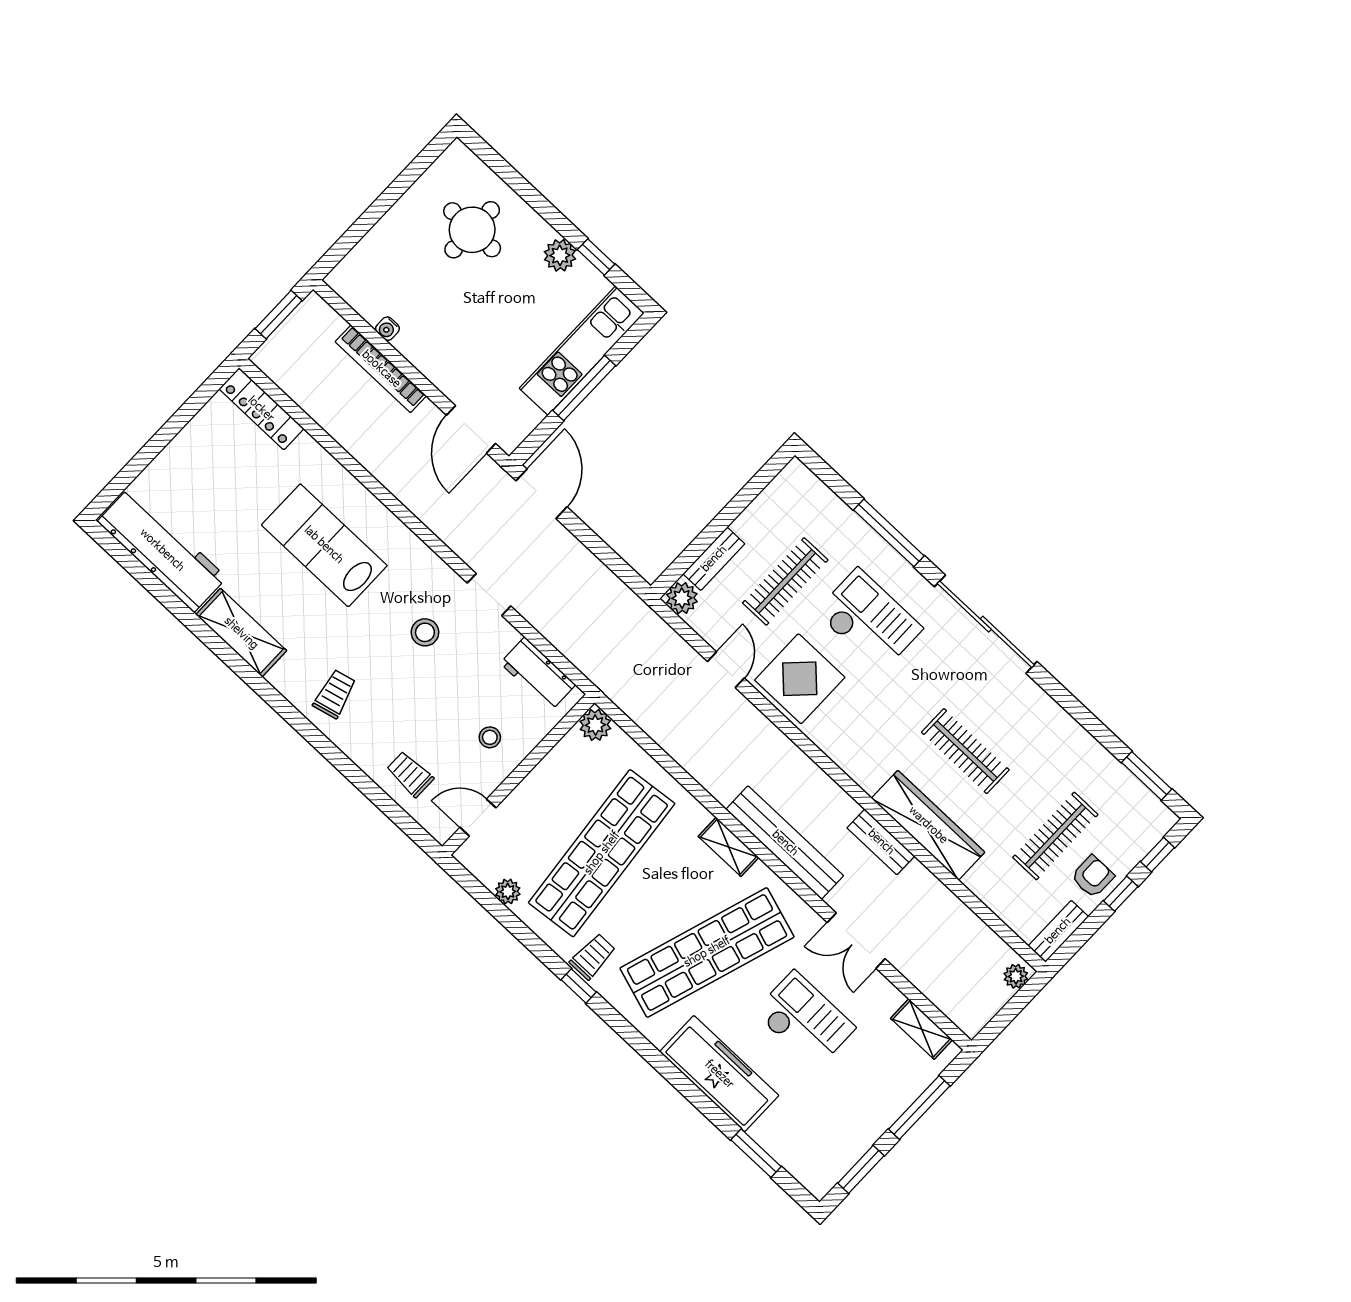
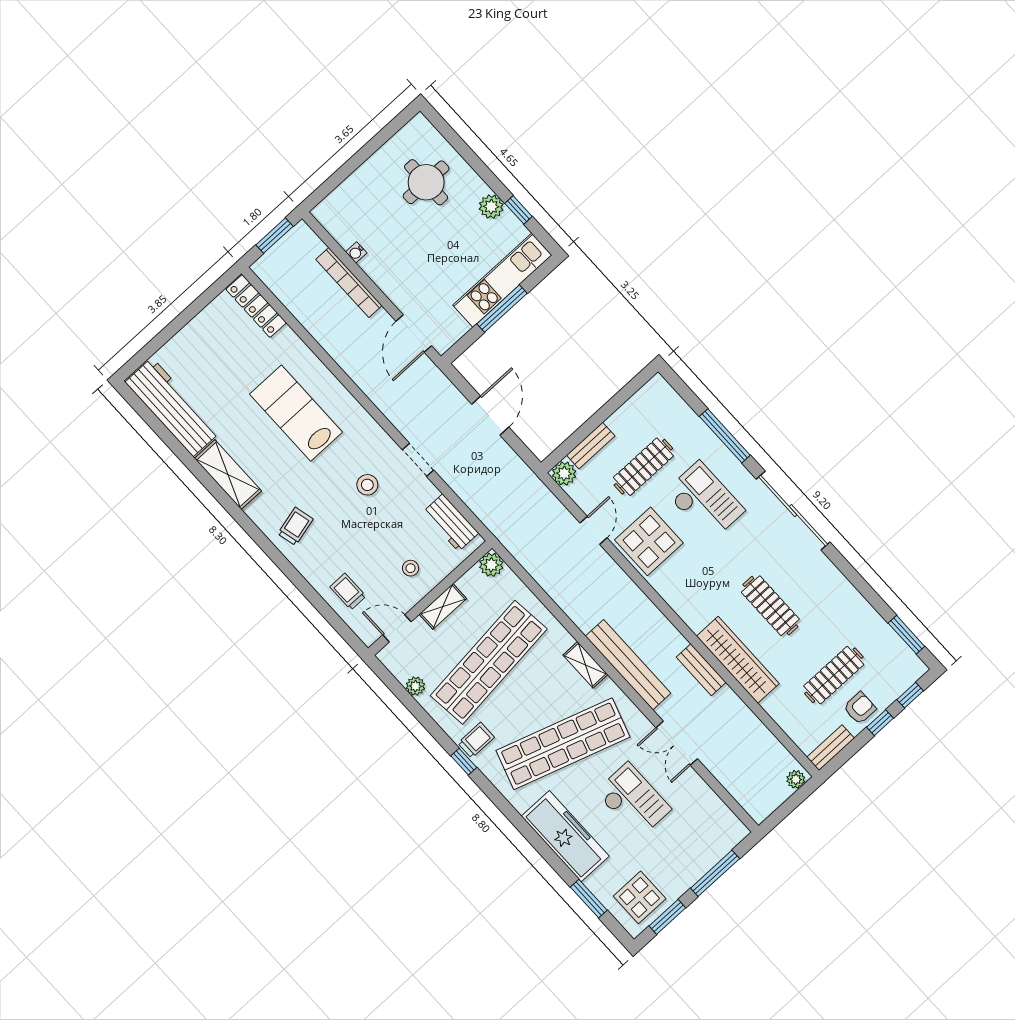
door: (542, 494) -> (490, 416), moved
shelving: (922, 1029) -> (443, 606), moved, turned 90
display table: (823, 1147) -> (640, 897), added

